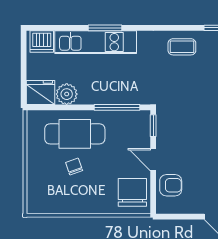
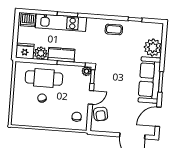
kitchen counter: (100, 94) -> (61, 55), added
plant: (143, 118) -> (87, 71), added
door: (153, 160) -> (91, 97), swing flipped
armchair: (171, 185) -> (101, 114), turned 79
chair: (132, 192) -> (77, 117), width x0.54, depth x0.54

